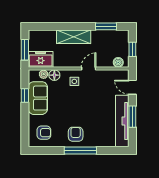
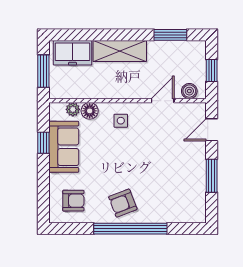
freezer: (41, 59) -> (73, 53), moved, turned 180
door: (89, 69) -> (163, 101), moved
door: (132, 87) -> (212, 130), hinge flipped
tv unit: (122, 121) -> (196, 183), removed
armchair: (76, 134) -> (123, 203), turned -111
window: (80, 151) -> (130, 229), width x1.46

